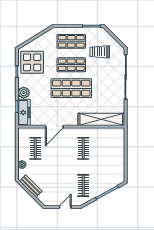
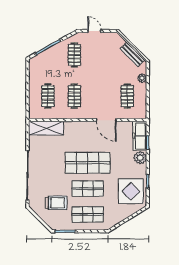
shelving: (101, 119) -> (46, 128), width x0.68
door: (54, 127) -> (106, 120), swing flipped
clothes rail: (107, 148) -> (48, 96), added
door: (65, 207) -> (94, 31), swing flipped

